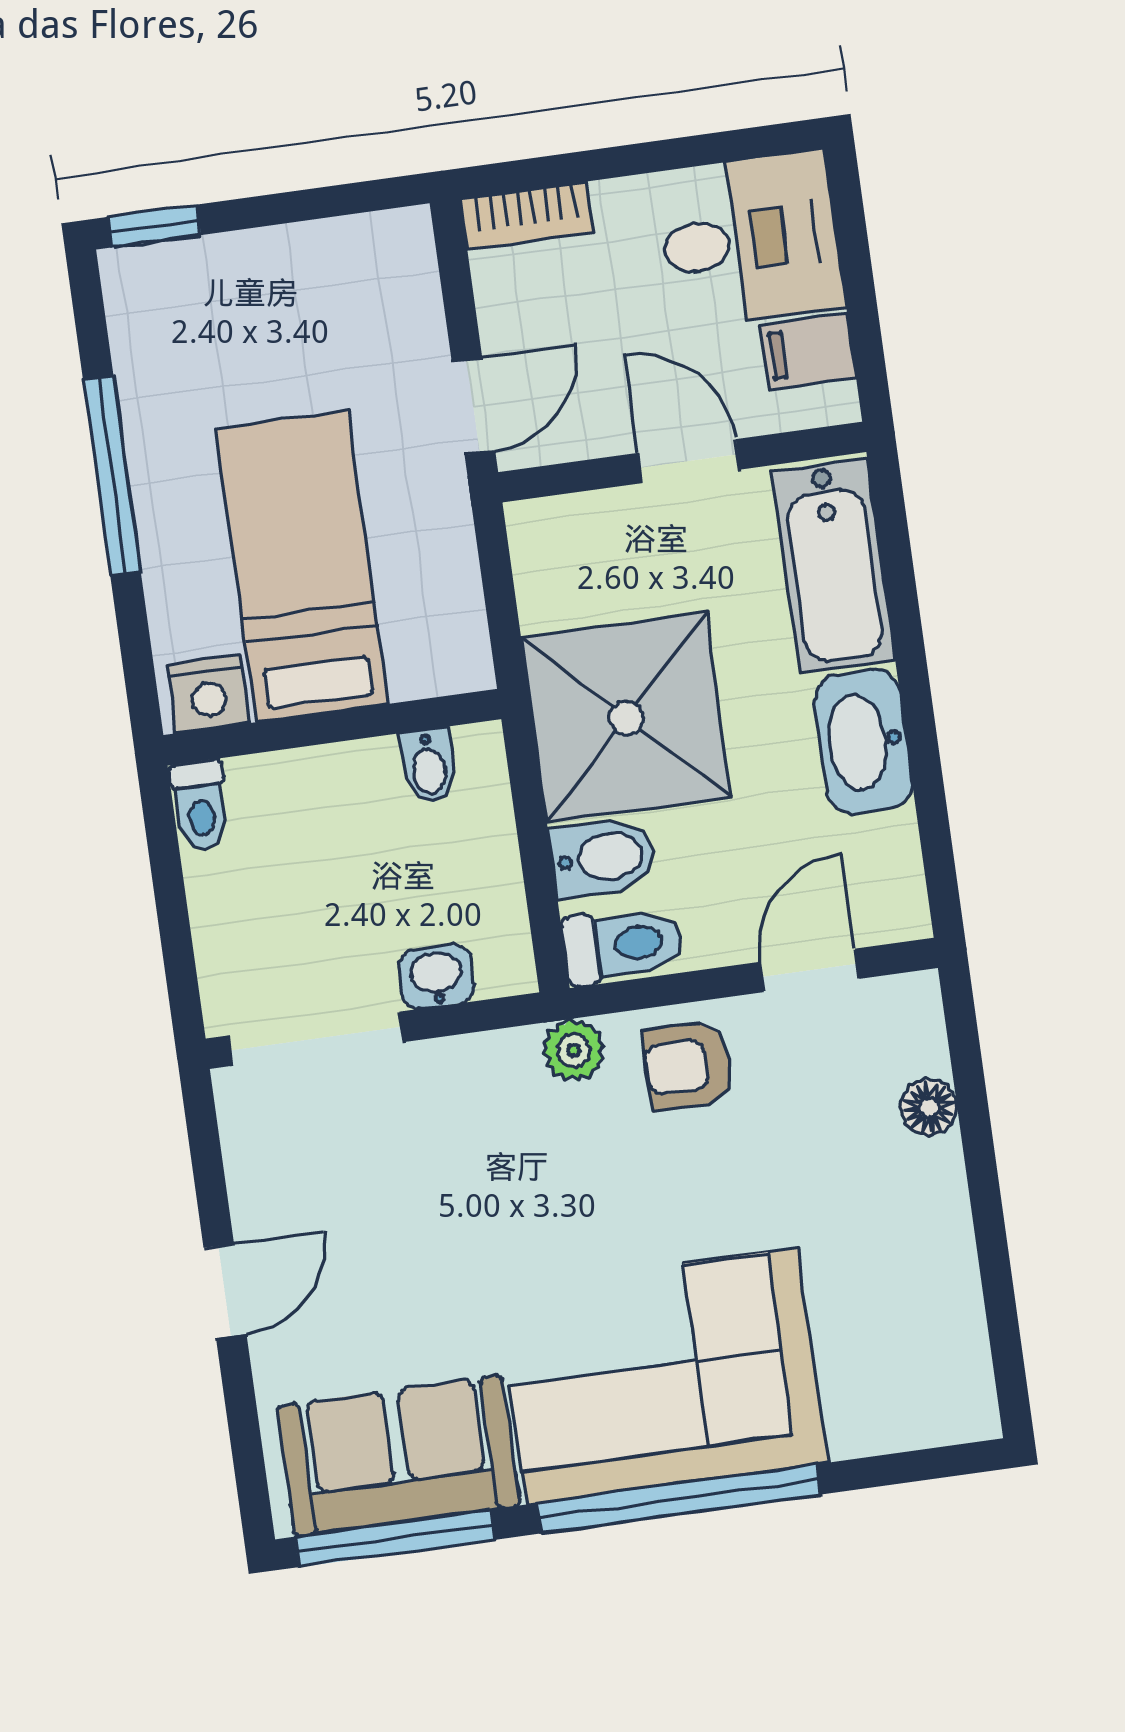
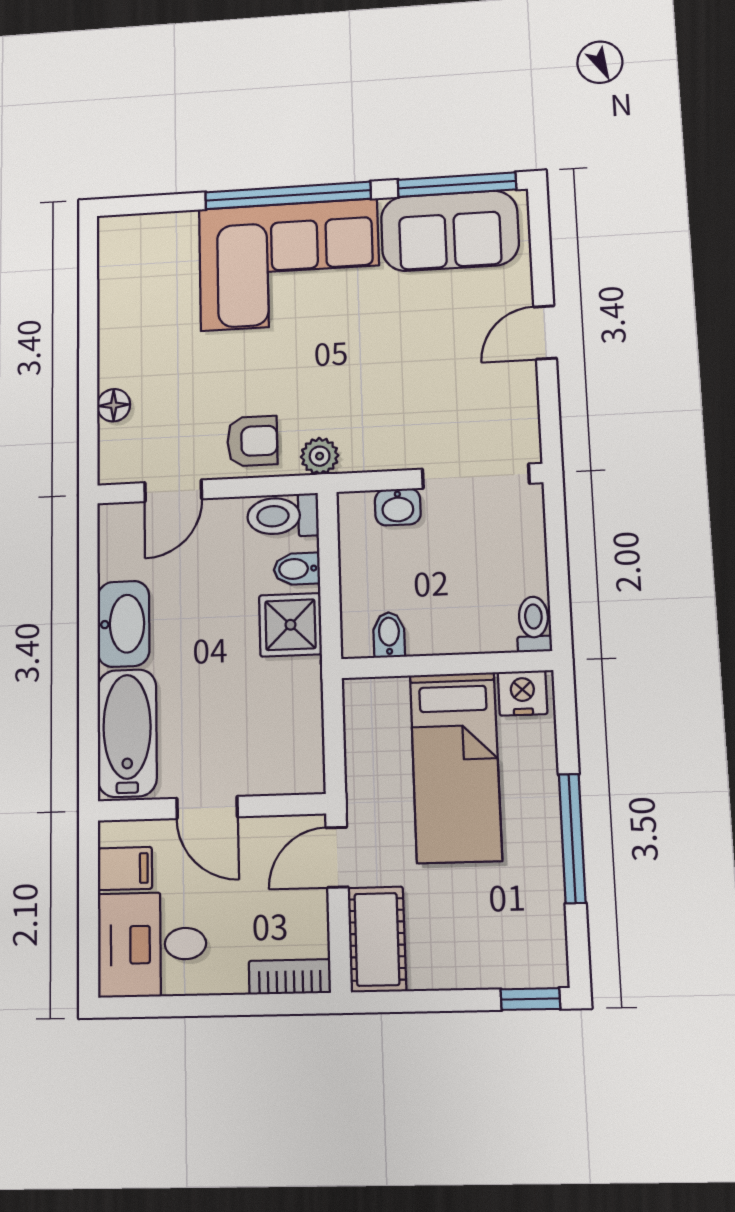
cot: (398, 288) -> (377, 939), added
shower: (626, 718) -> (290, 625), width x0.54, depth x0.54
bidet: (603, 857) -> (297, 569), width x0.72, depth x0.74

